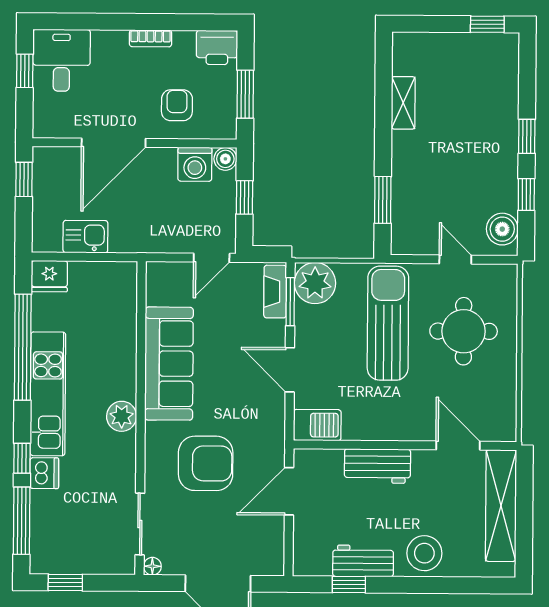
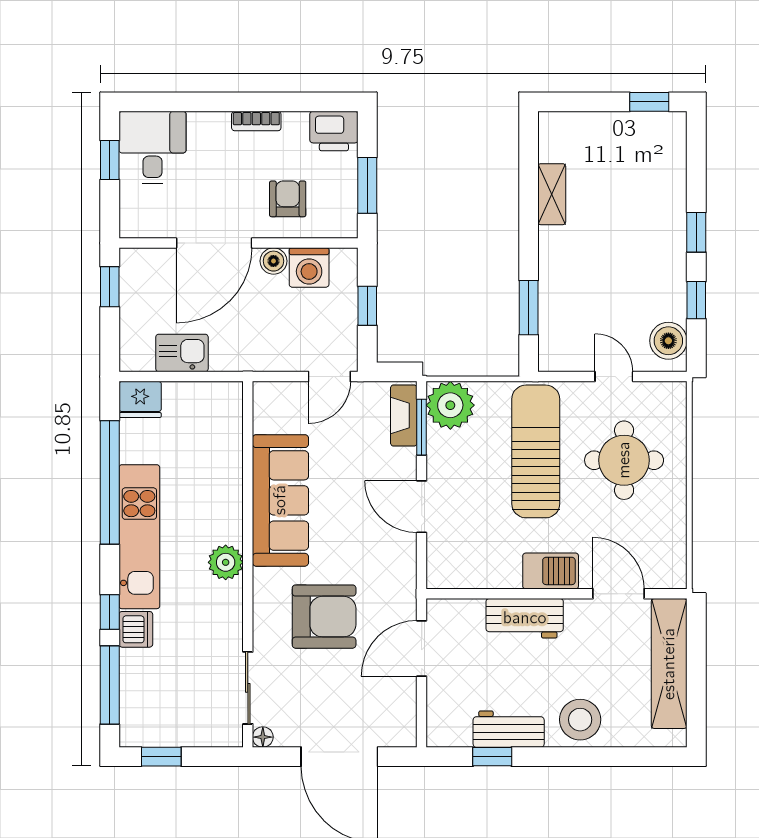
boiler: (225, 159) -> (273, 261), moved
barbecue: (317, 425) -> (551, 571), moved

